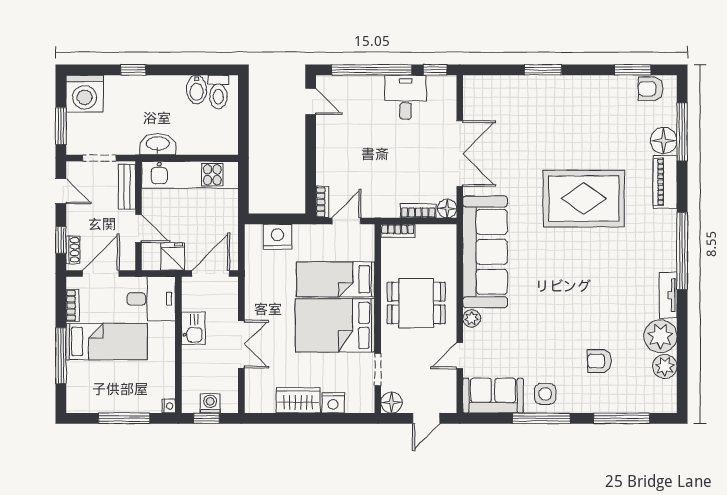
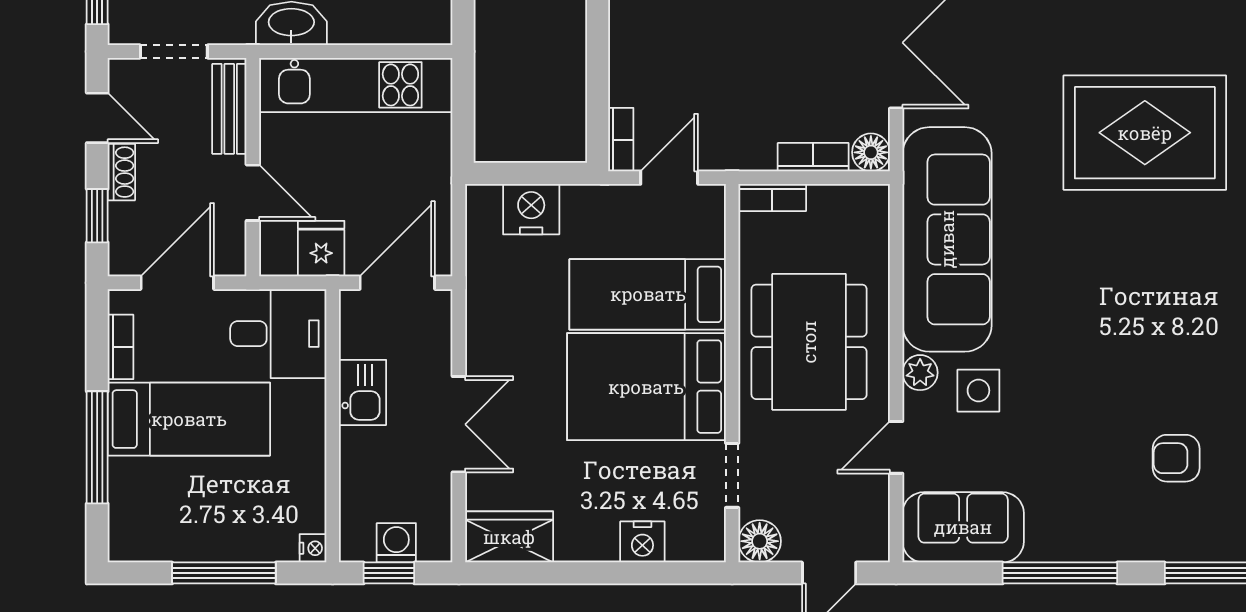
shoe rack: (73, 250) -> (121, 172), moved
dining table: (416, 303) -> (809, 342), width x1.37
side table: (545, 394) -> (978, 391), moved
wardrobe: (298, 400) -> (509, 537), moved

